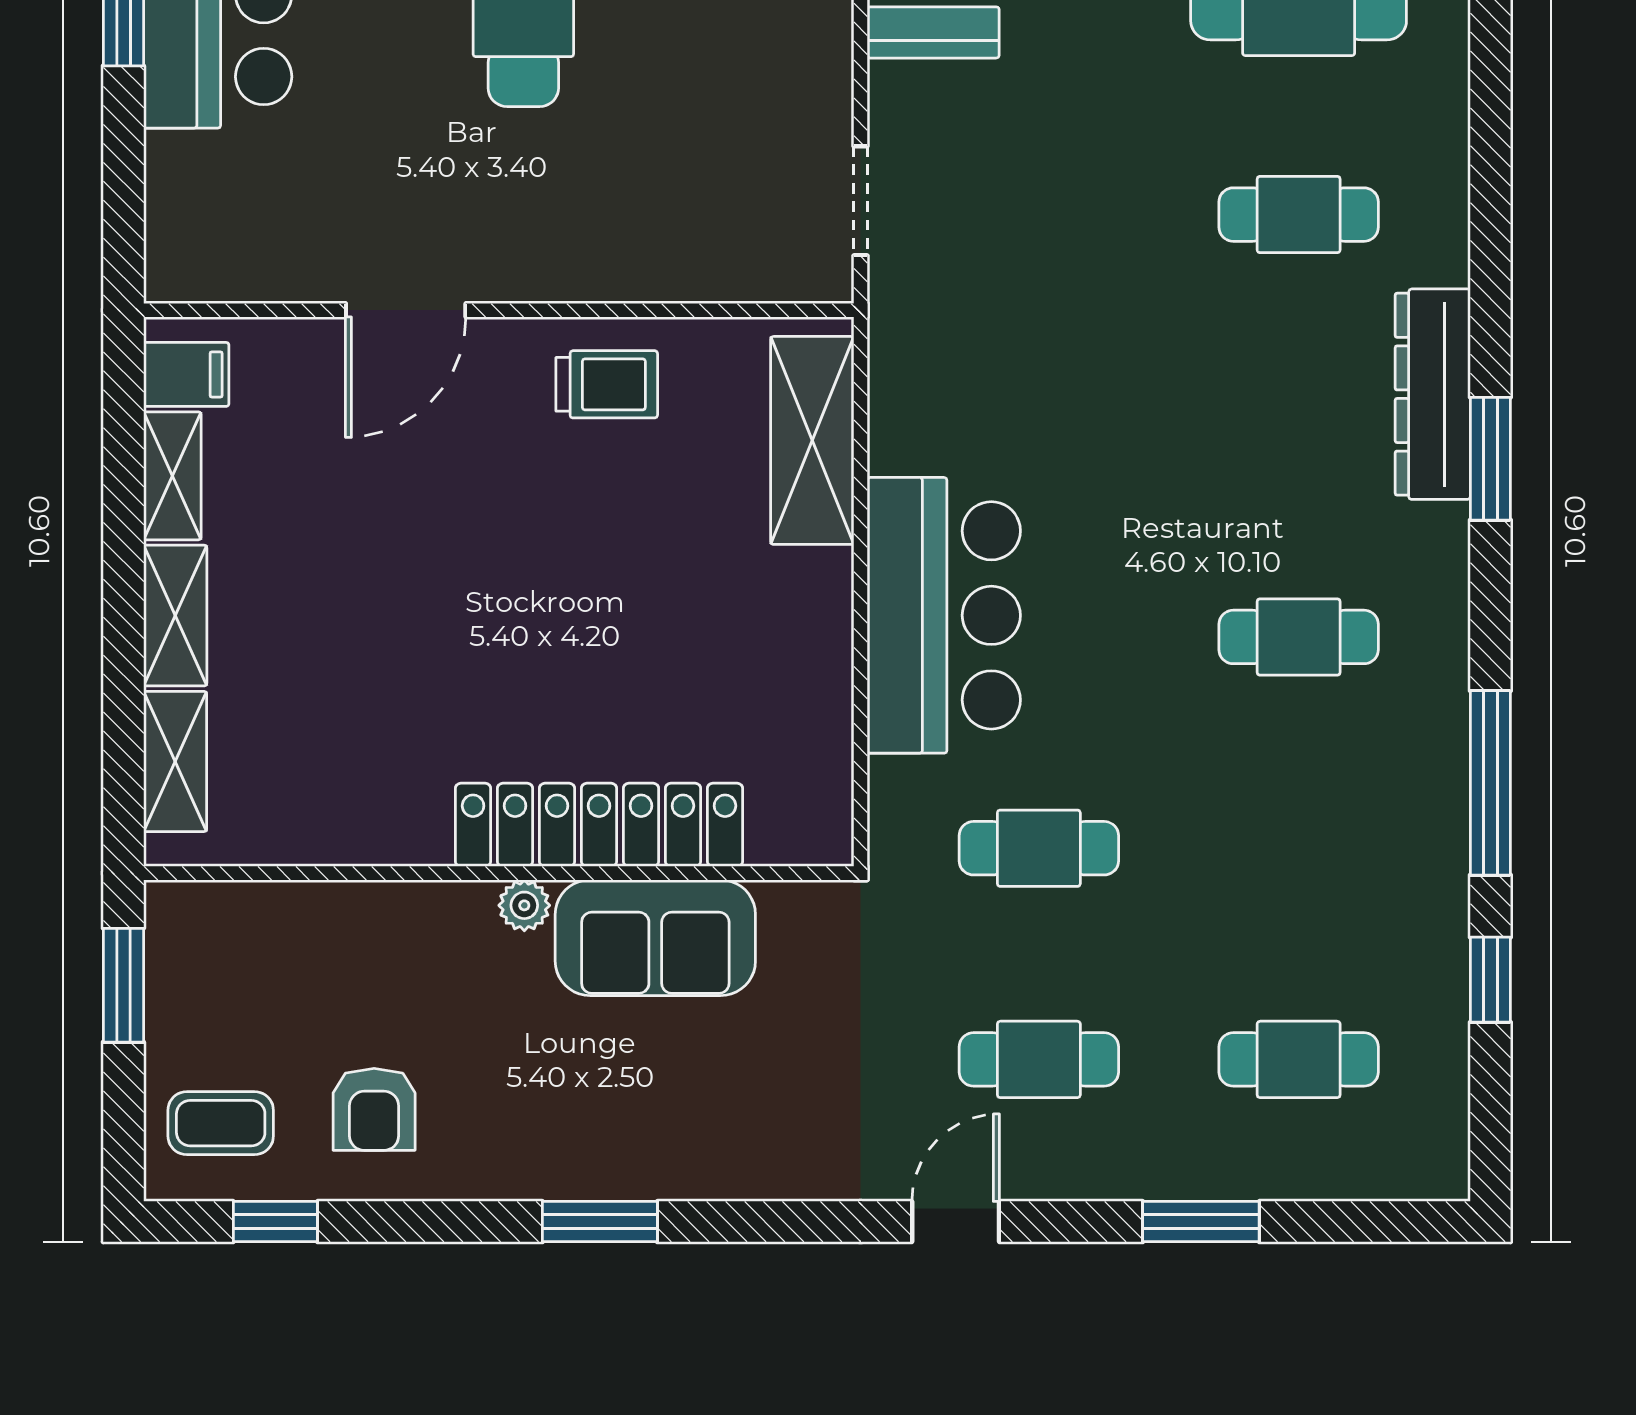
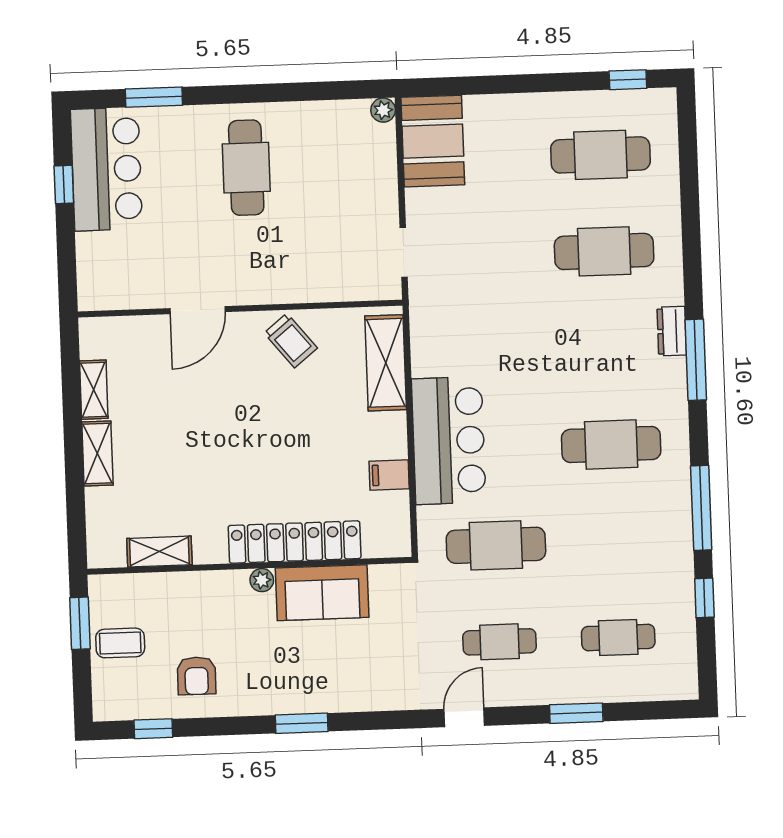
cafe table: (1299, 215) -> (604, 251), width x1.37, depth x1.35
filing cabinet: (186, 374) -> (389, 475), moved, turned 180
trolley: (607, 384) -> (291, 341), turned 51
dresser: (1433, 394) -> (672, 331), width x0.51, depth x0.80
window: (1490, 459) -> (696, 360), width x1.44
cafe table: (1299, 637) -> (611, 444), width x1.37, depth x1.35
shelving: (175, 761) -> (159, 552), moved, turned 90
cafe table: (1039, 848) -> (496, 545), width x1.37, depth x1.35
coffee table: (221, 1123) -> (120, 643), moved

